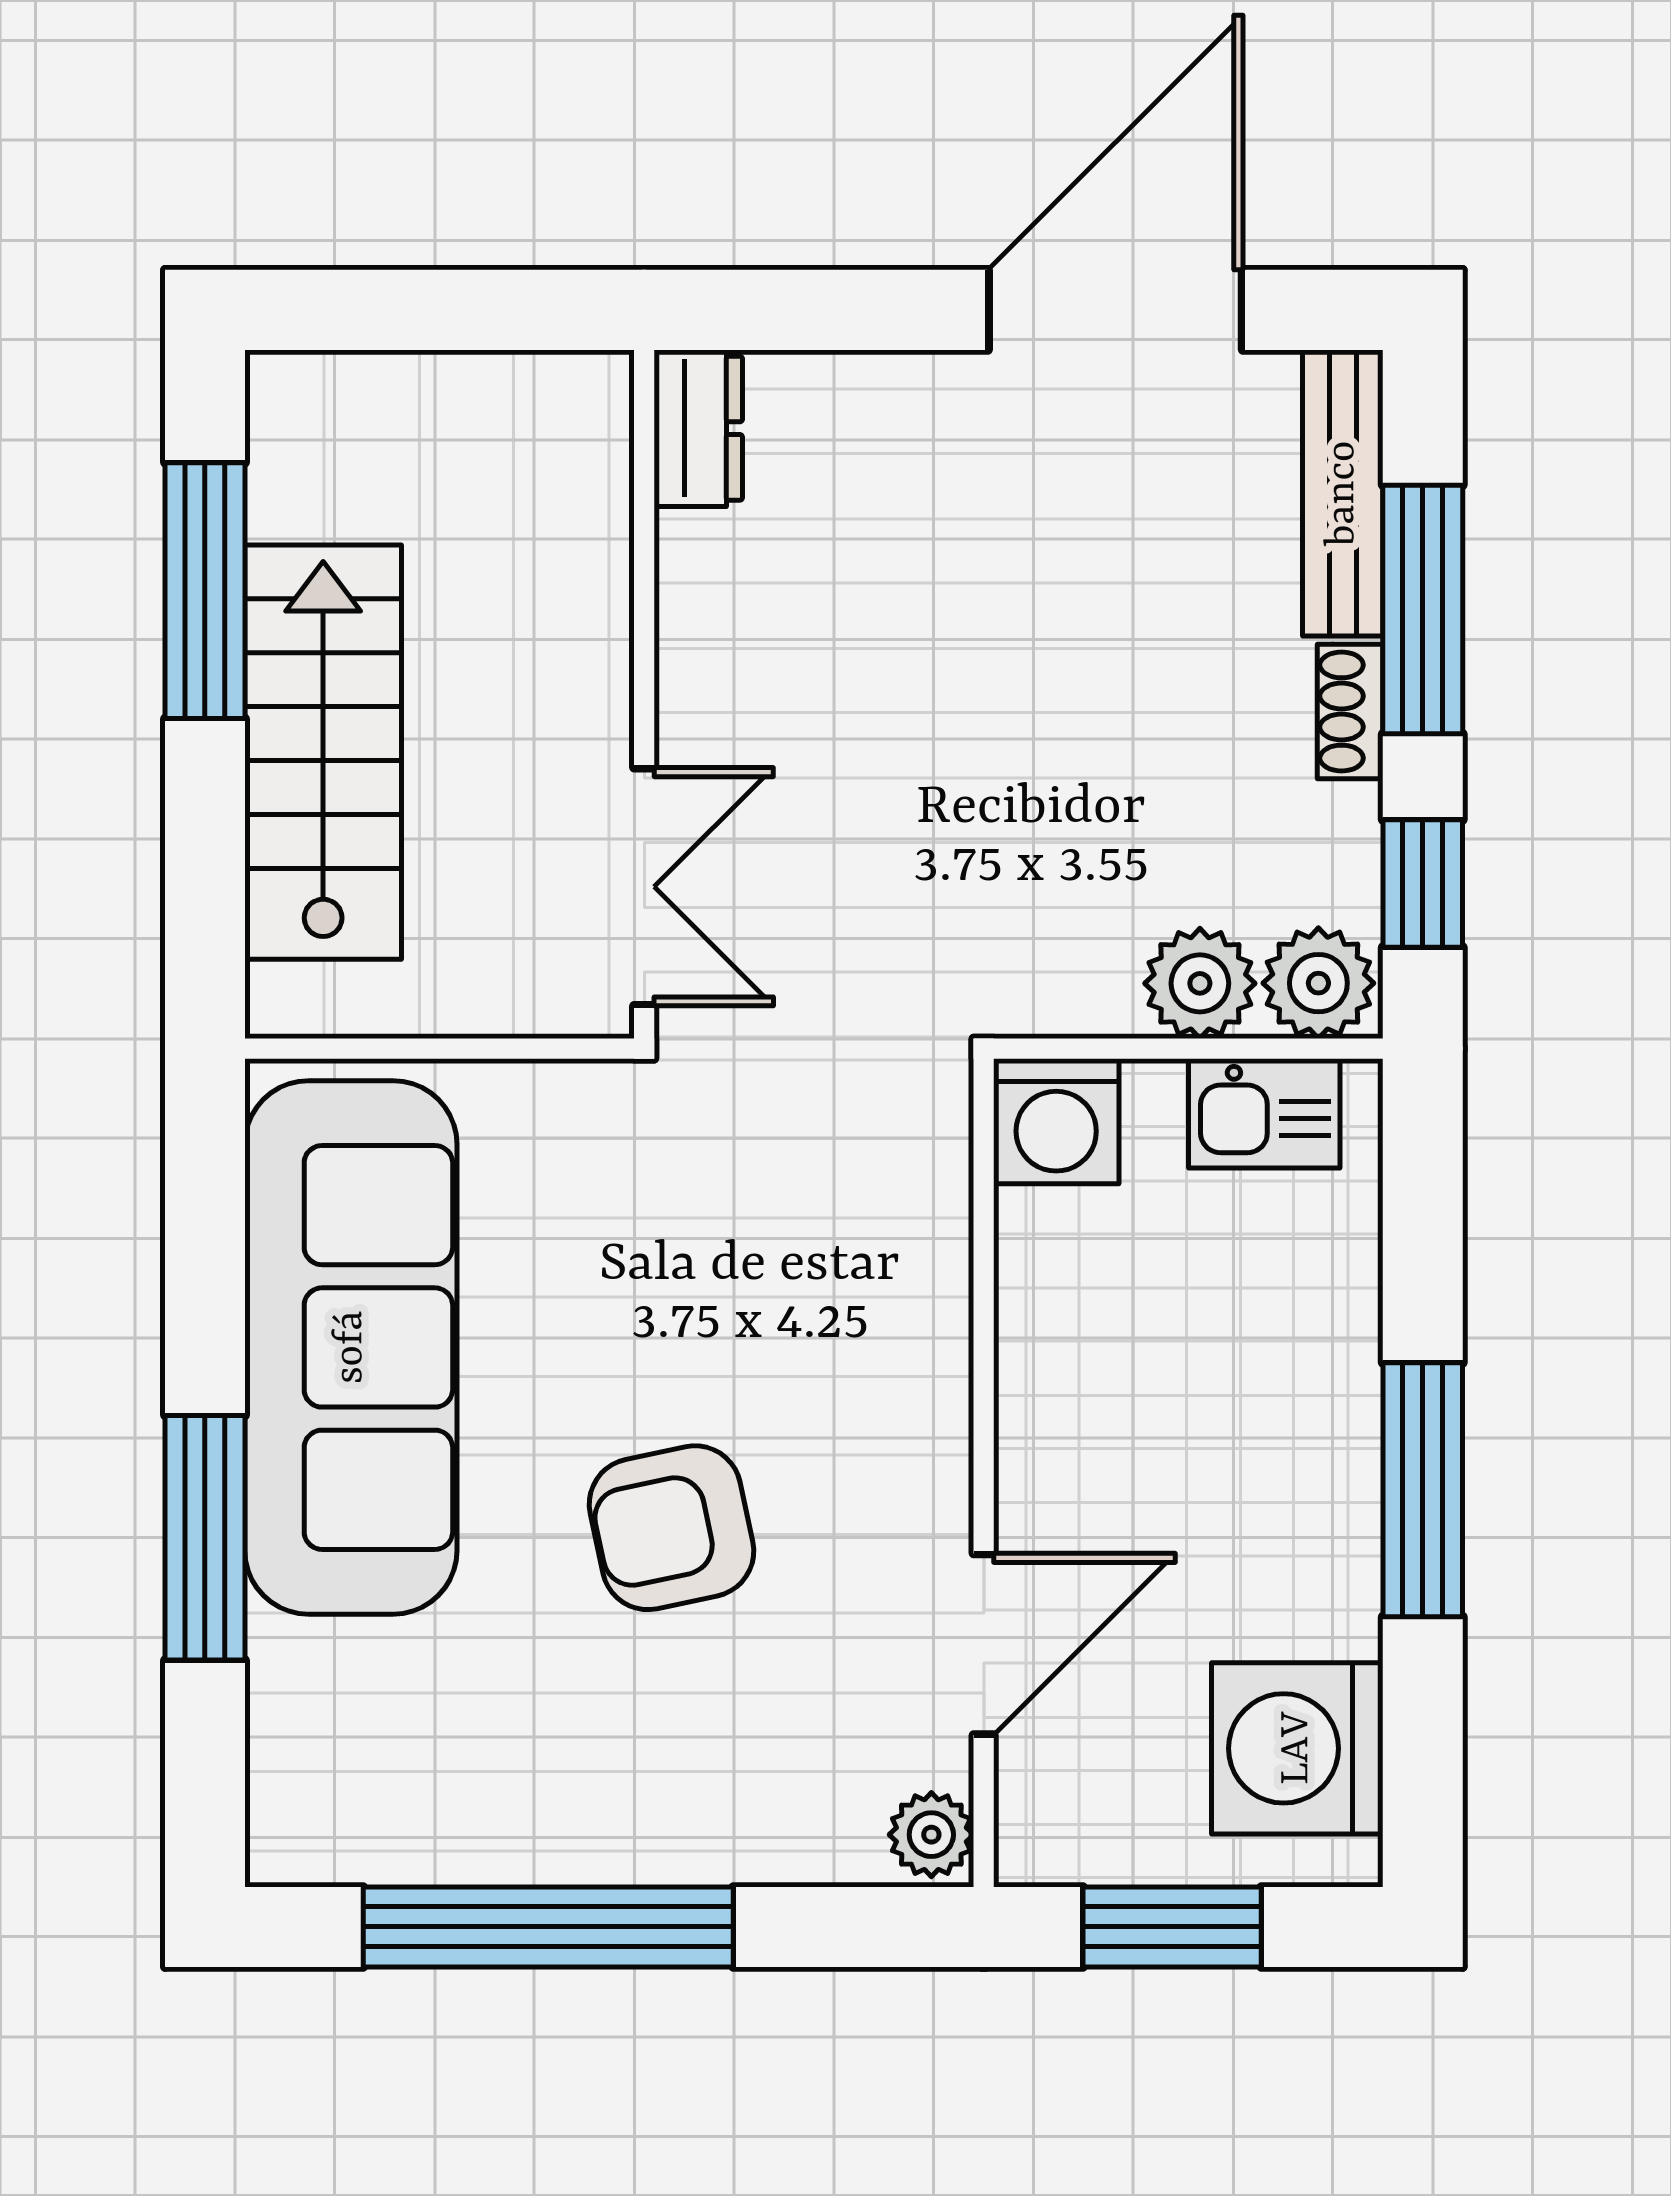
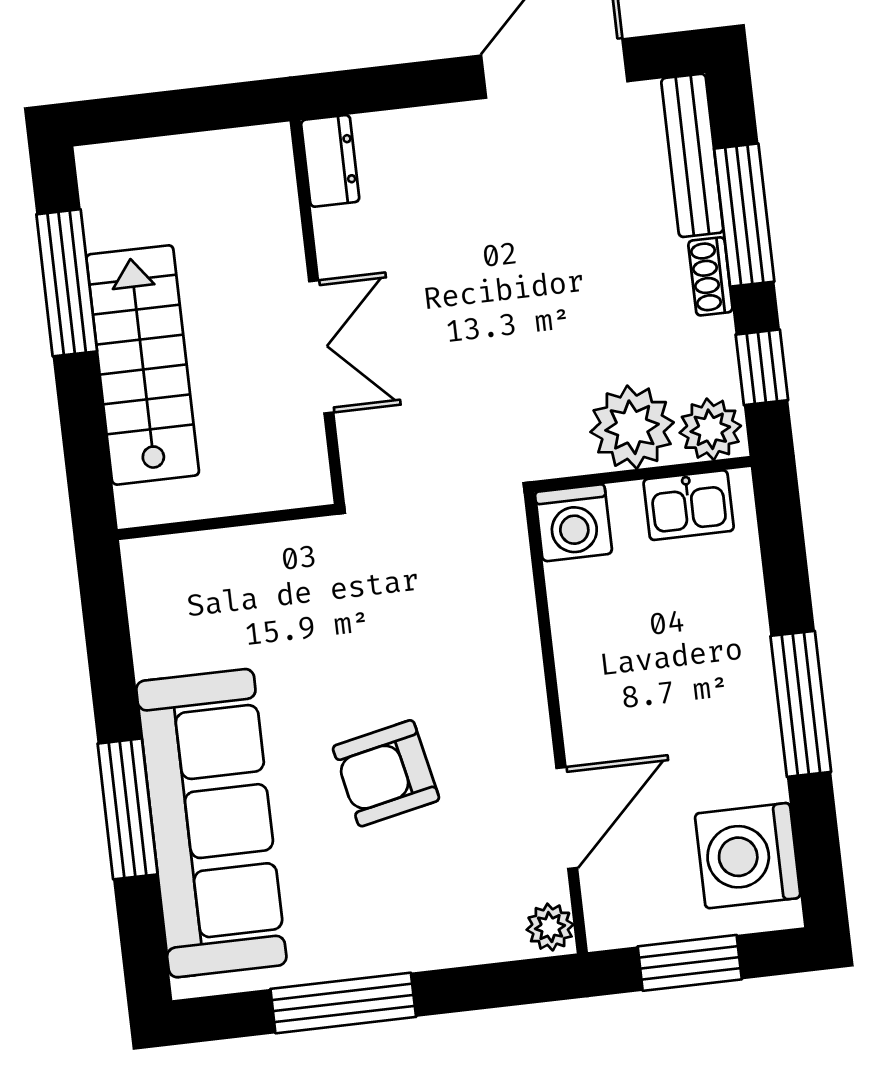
double door: (644, 887) -> (321, 347), moved
plant: (1200, 983) -> (632, 427), width x1.36, depth x1.36
sofa: (351, 1347) -> (211, 823), moved
window: (548, 1927) -> (343, 1003), width x0.68

